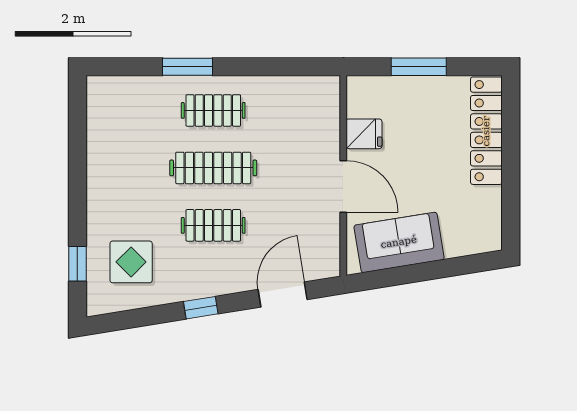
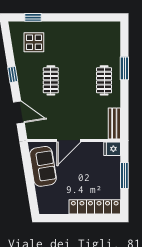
bench: (306, 88) -> (114, 123), added
fridge: (364, 134) -> (112, 149), moved, turned 90
clothes rail: (213, 168) -> (77, 80), removed

